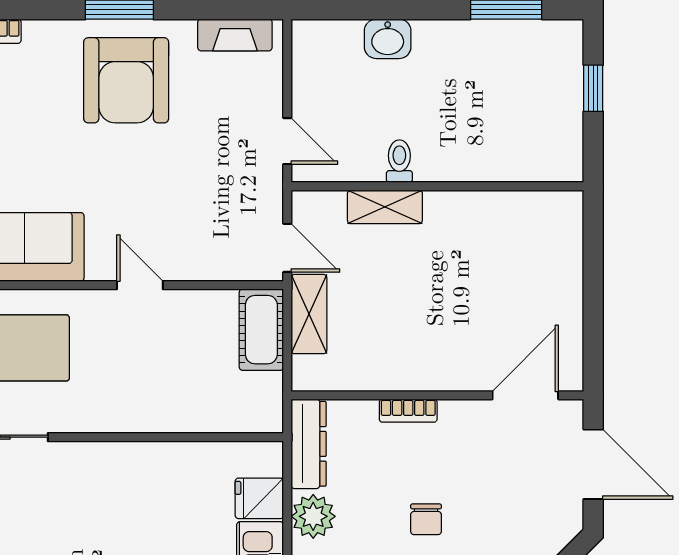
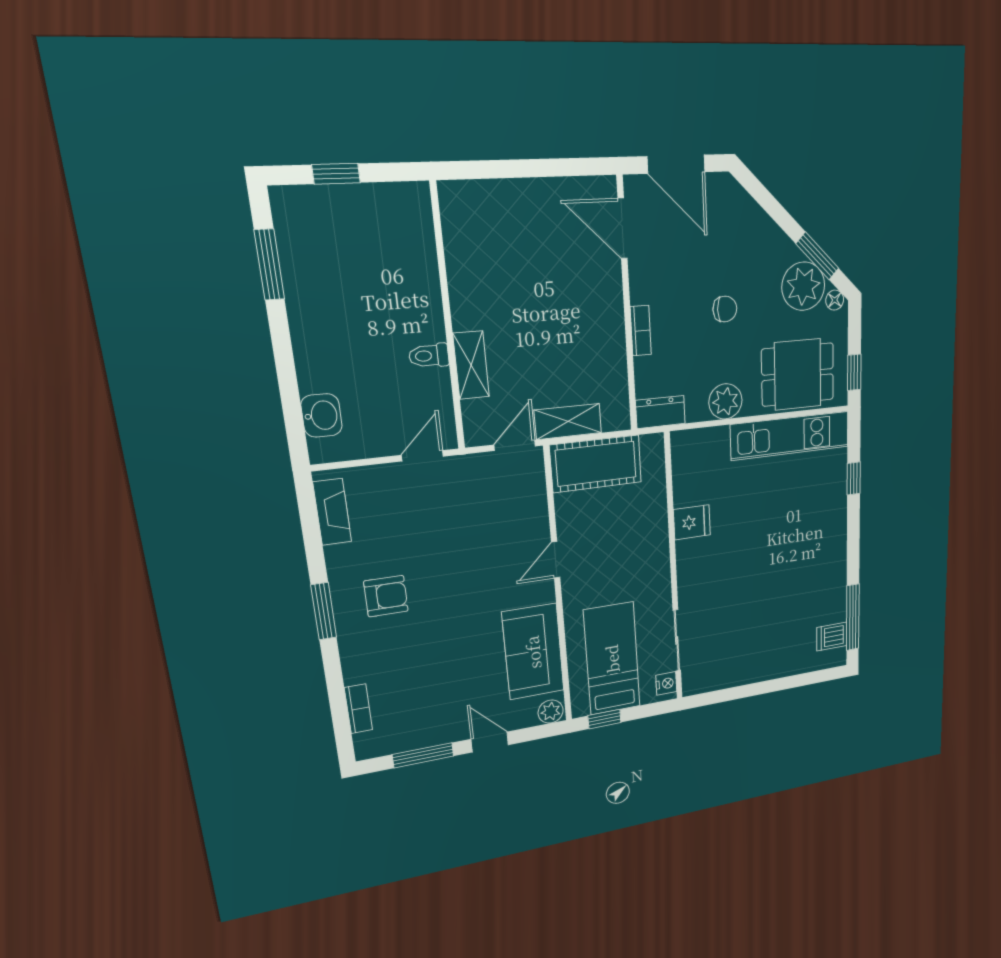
washbasin: (388, 39) -> (322, 415), moved
armchair: (126, 80) -> (386, 596), width x0.53, depth x0.53
cot: (261, 330) -> (596, 464), width x1.37, depth x1.34
dresser: (309, 444) -> (660, 412), width x0.70
door: (593, 464) -> (676, 164), swing flipped
fridge: (259, 498) -> (692, 522), moved, turned -90

